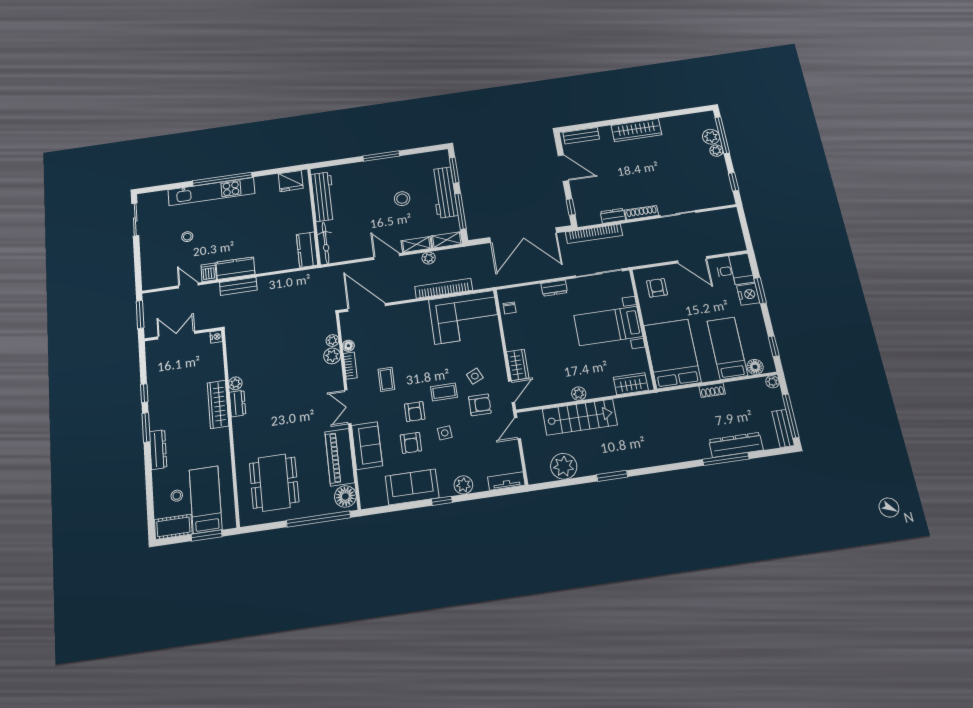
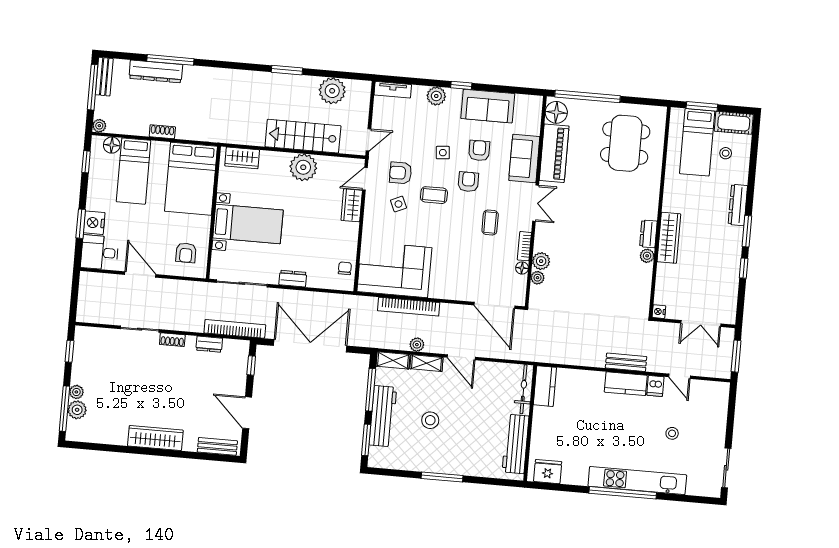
shoe rack: (642, 213) -> (172, 340), width x0.70
plant: (579, 394) -> (303, 167), width x1.87, depth x1.87

